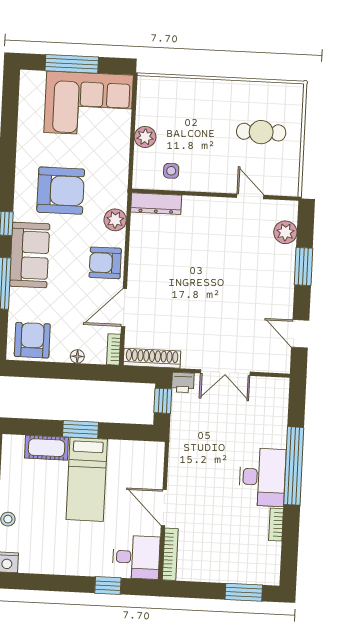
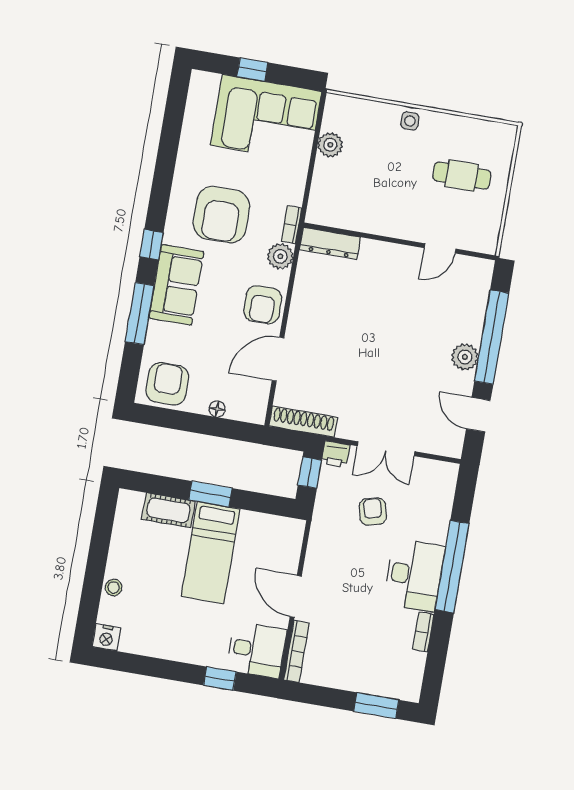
window: (72, 64) -> (252, 70), width x0.46
plant: (145, 137) -> (330, 145), moved
side table: (171, 171) -> (410, 121), moved
armchair: (61, 191) -> (221, 215), turned 90
door: (250, 196) -> (440, 248), swing flipped
plant: (285, 232) -> (465, 357), moved
armchair: (105, 263) -> (263, 305), turned -90
window: (303, 267) -> (492, 337), width x2.11
bookcase: (114, 349) -> (292, 225), moved
armchair: (220, 427) -> (373, 512), added

